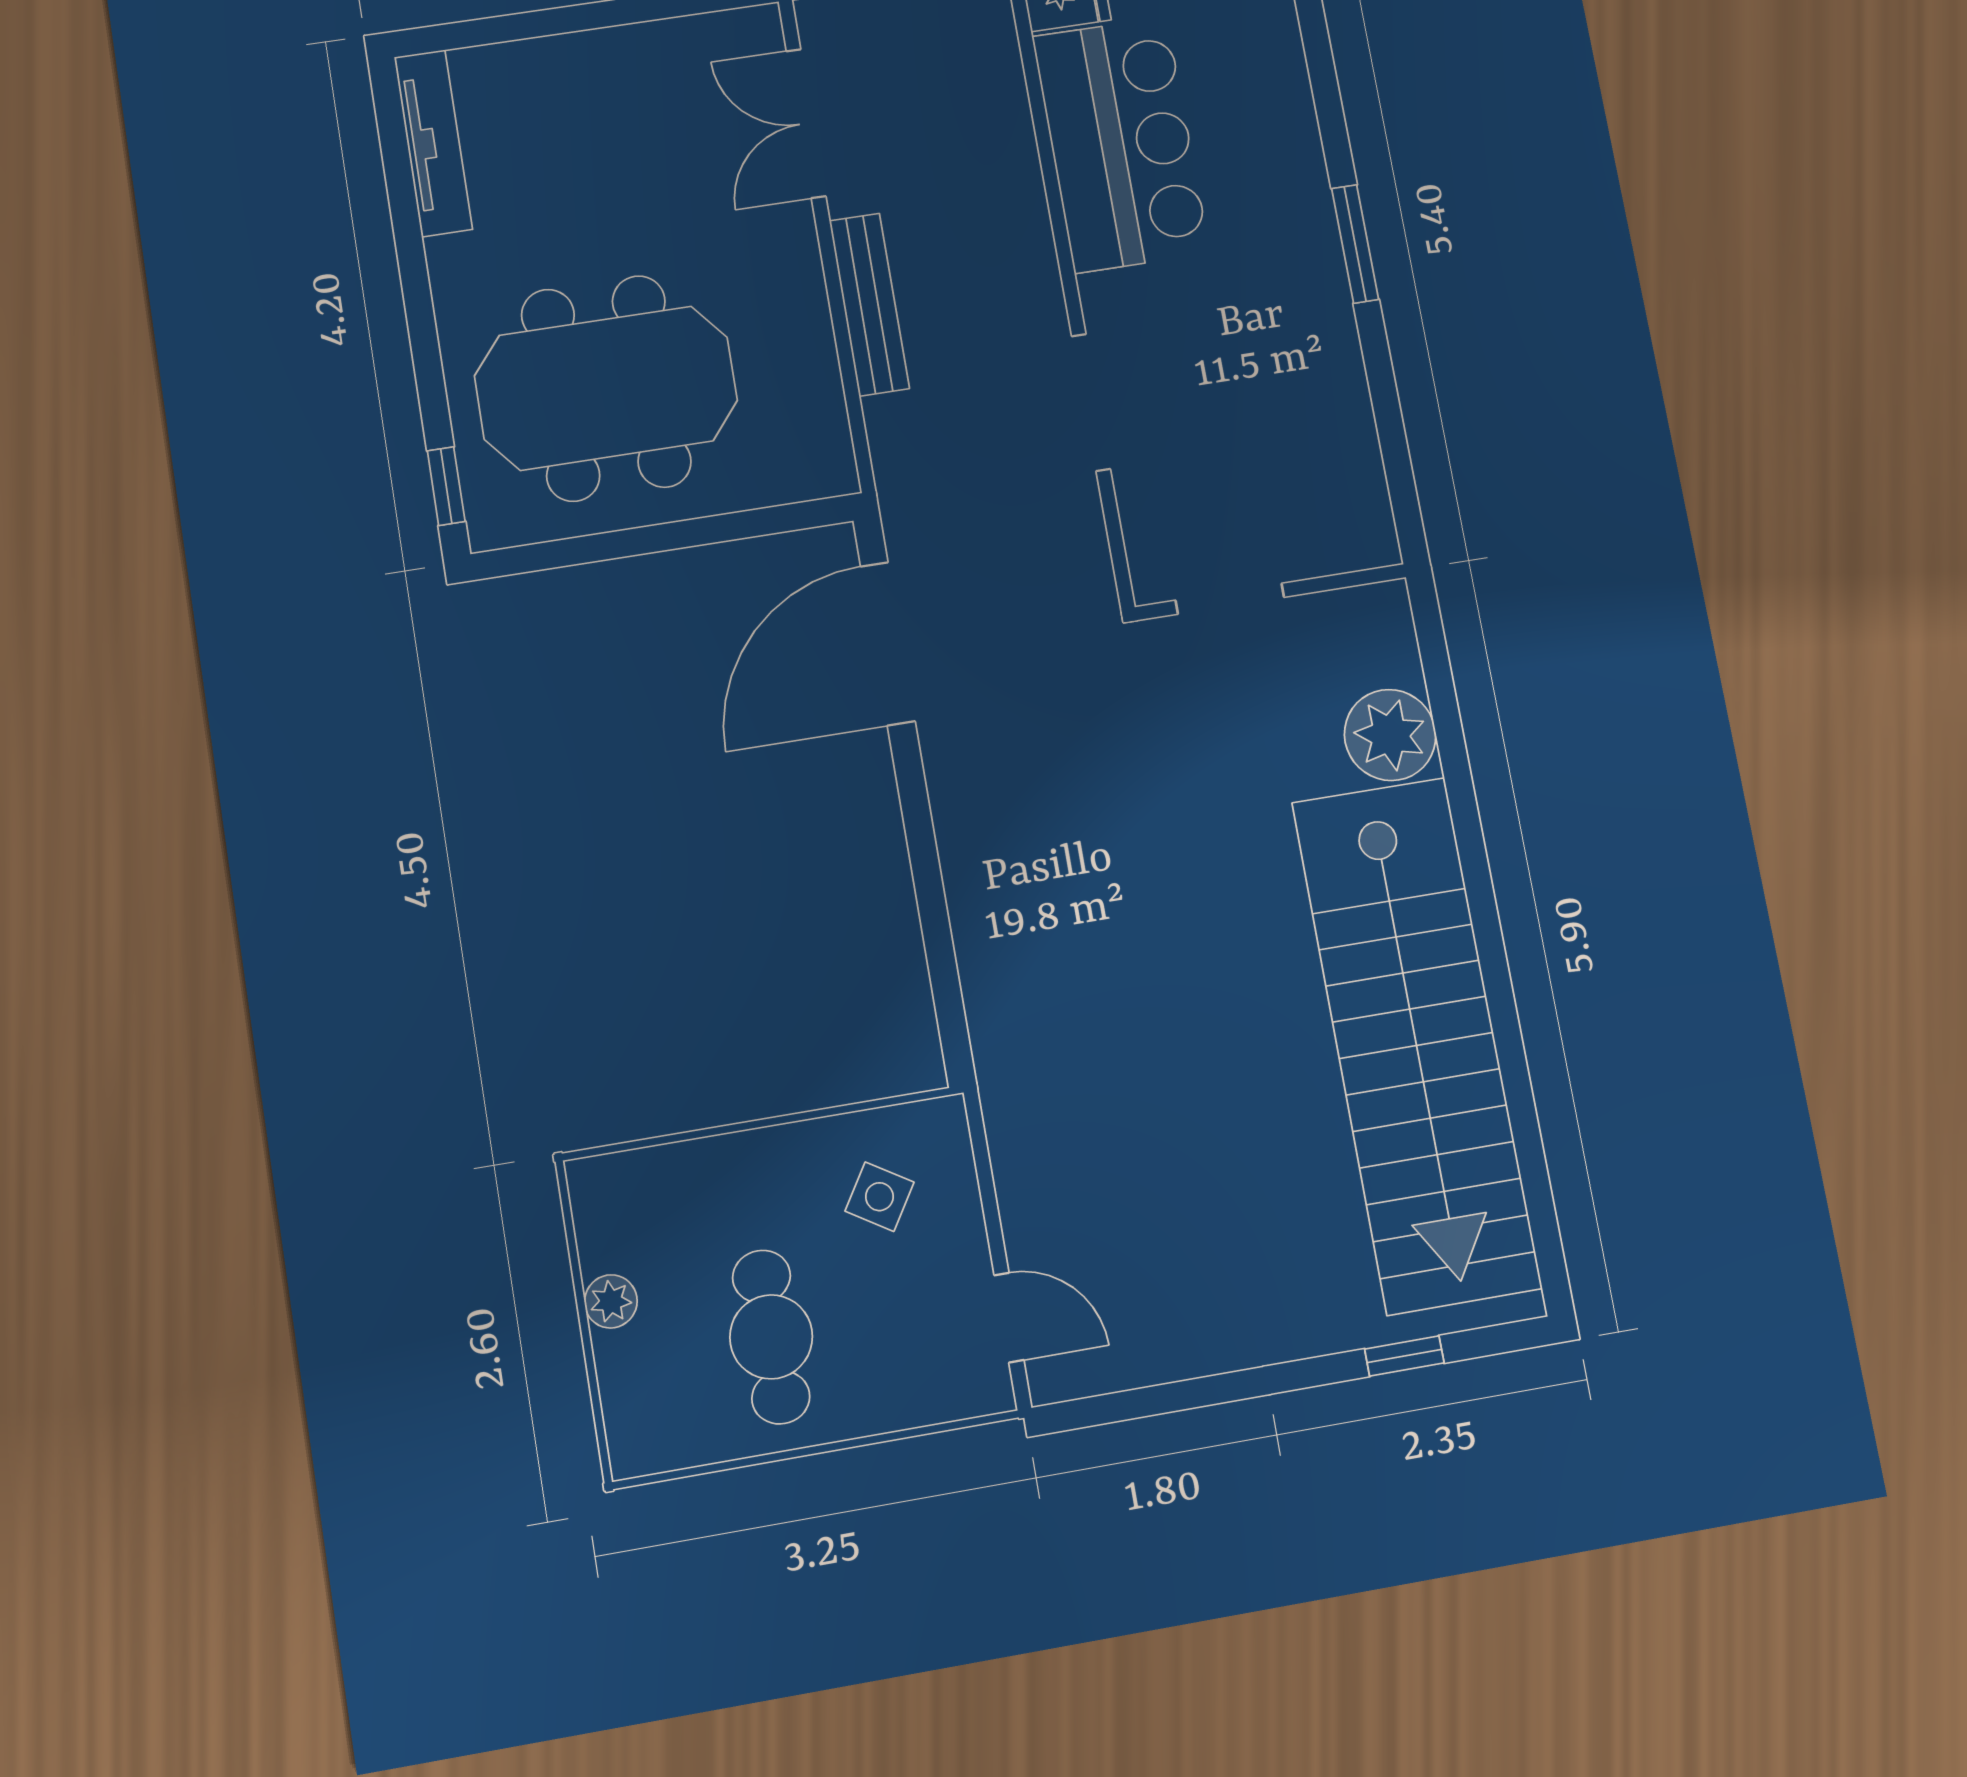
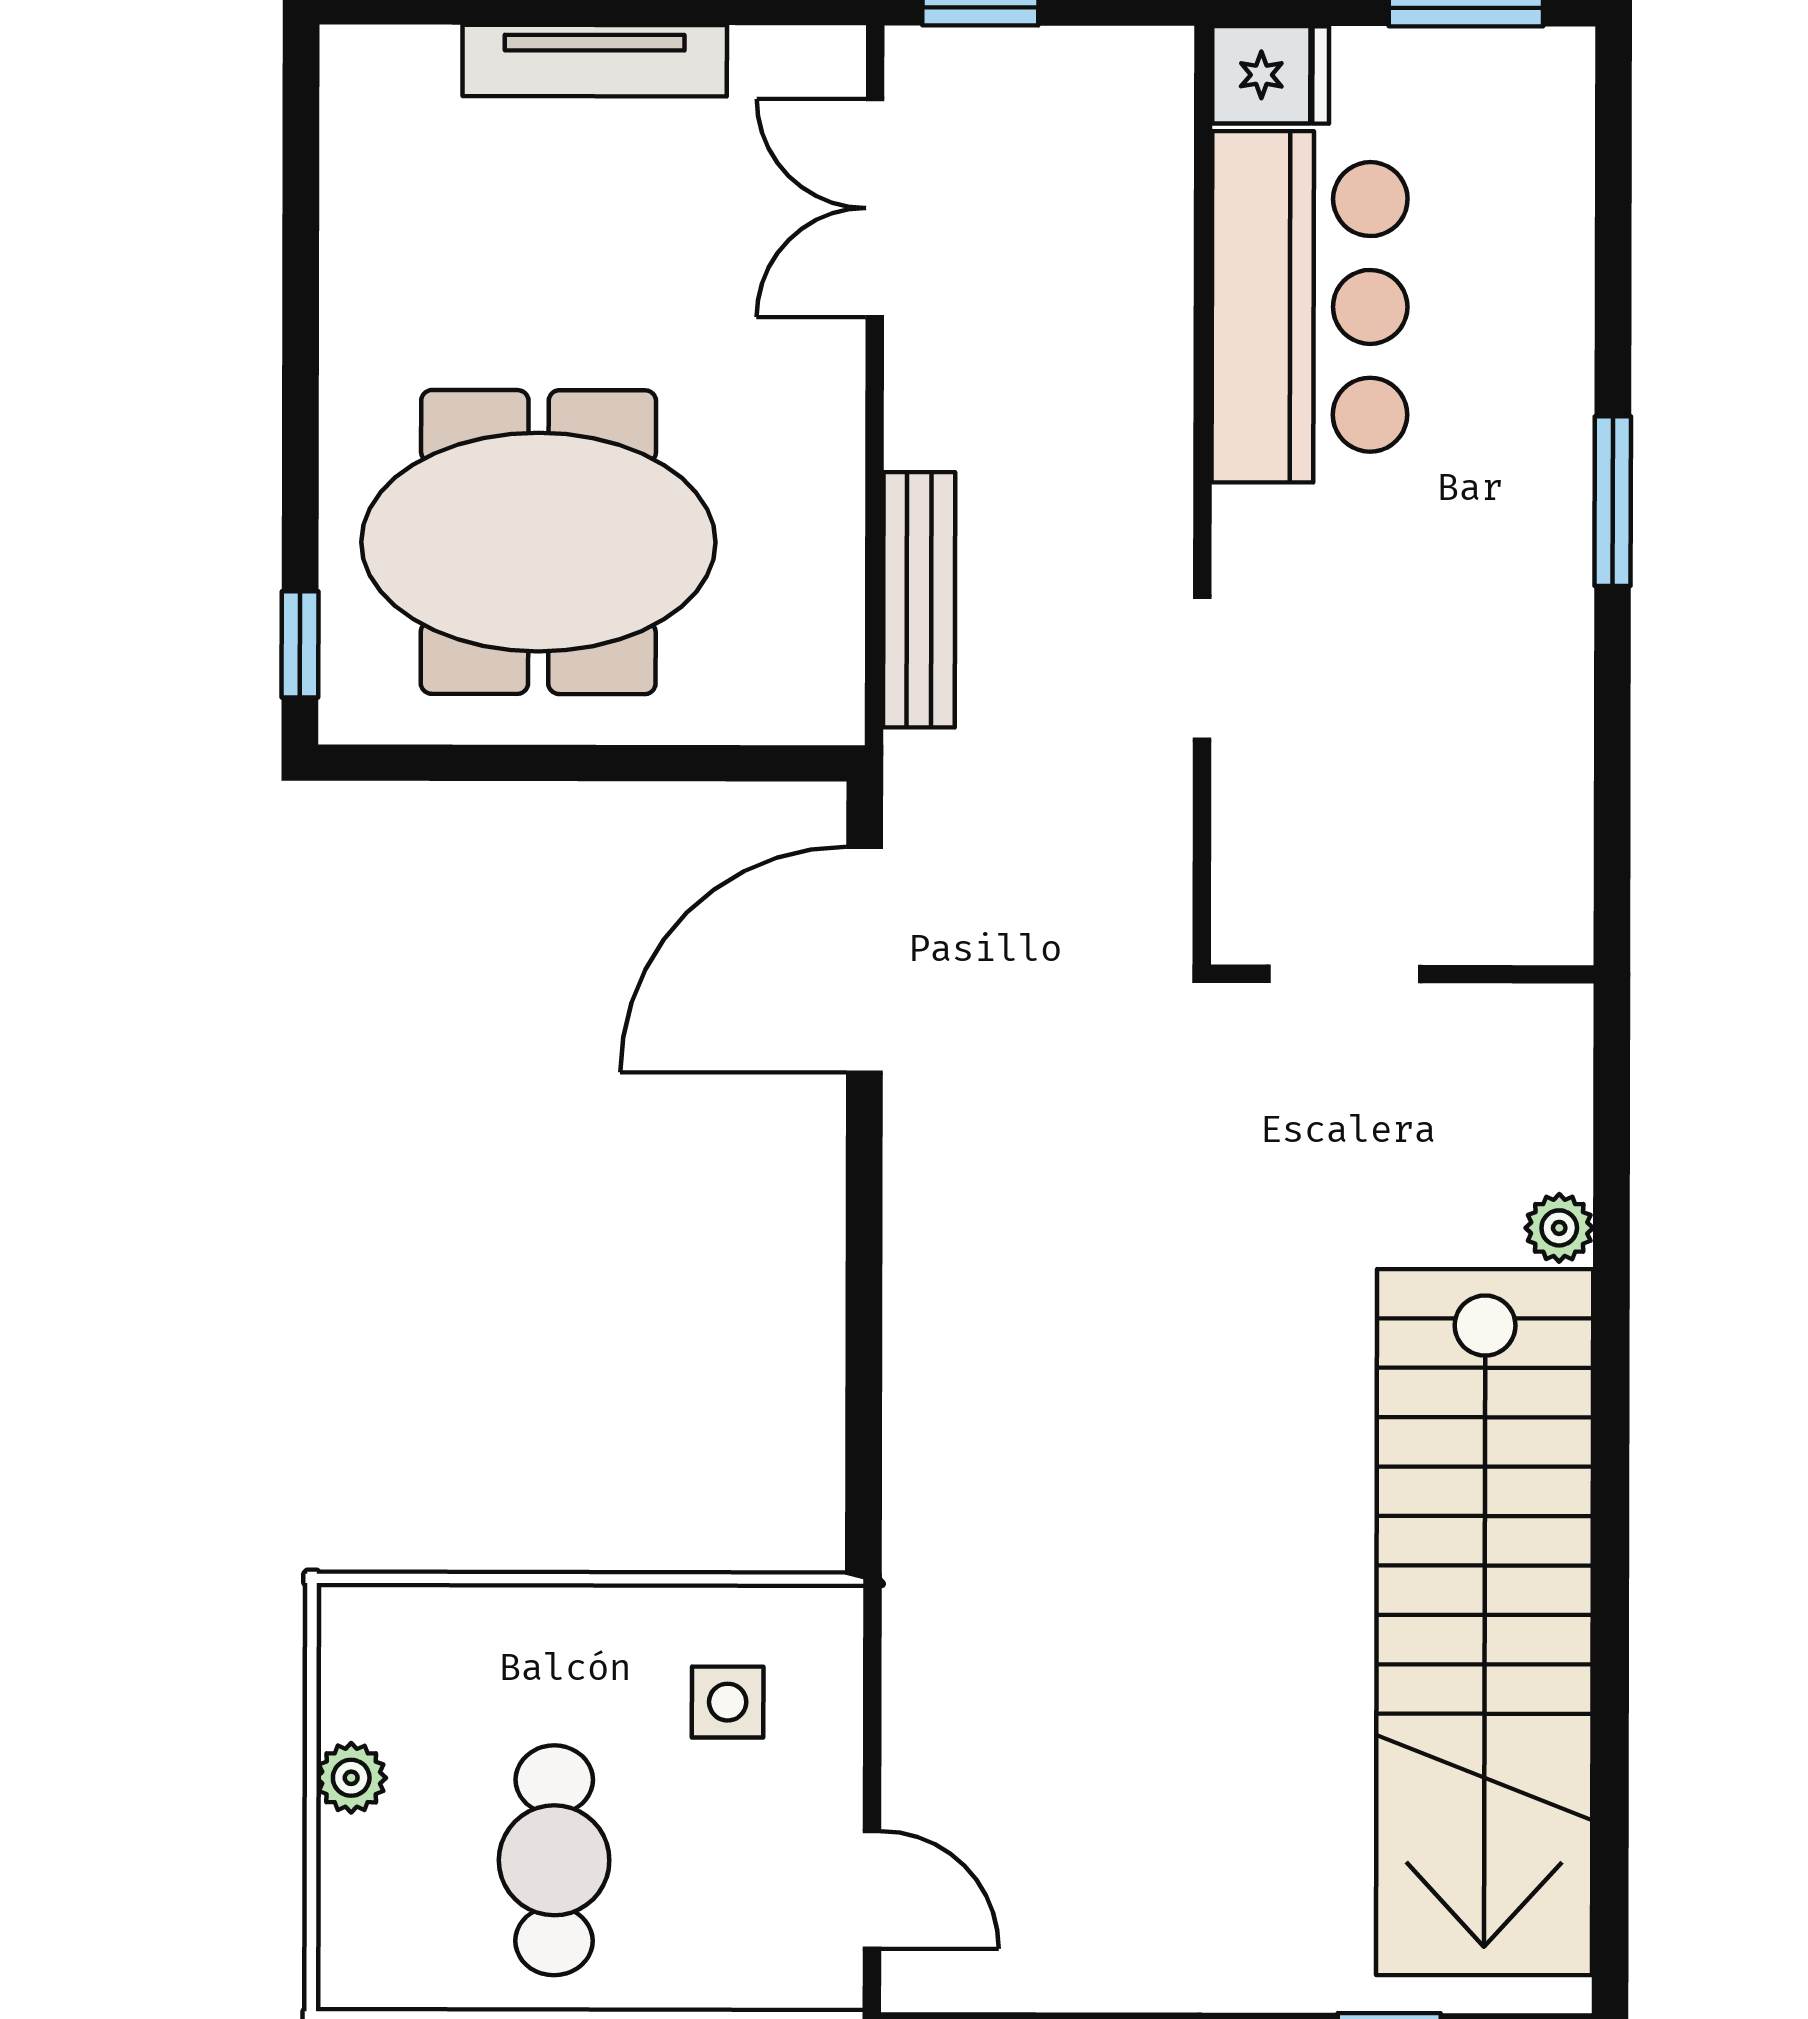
tv unit: (433, 143) -> (595, 61), moved, turned 90
bench: (869, 304) -> (919, 600), moved
doorway: (1091, 402) -> (1202, 668), width x0.73
plant: (1390, 735) -> (1559, 1228), width x0.53, depth x0.53
side table: (879, 1197) -> (728, 1702), turned -32

